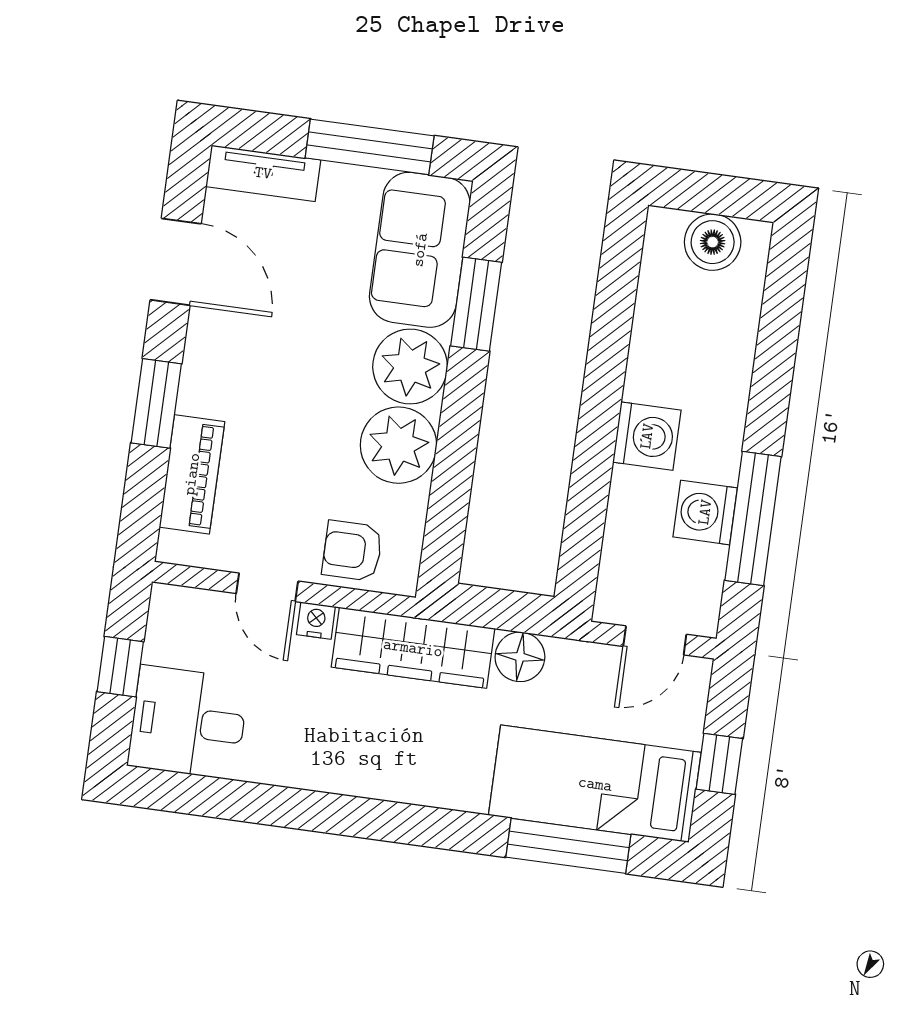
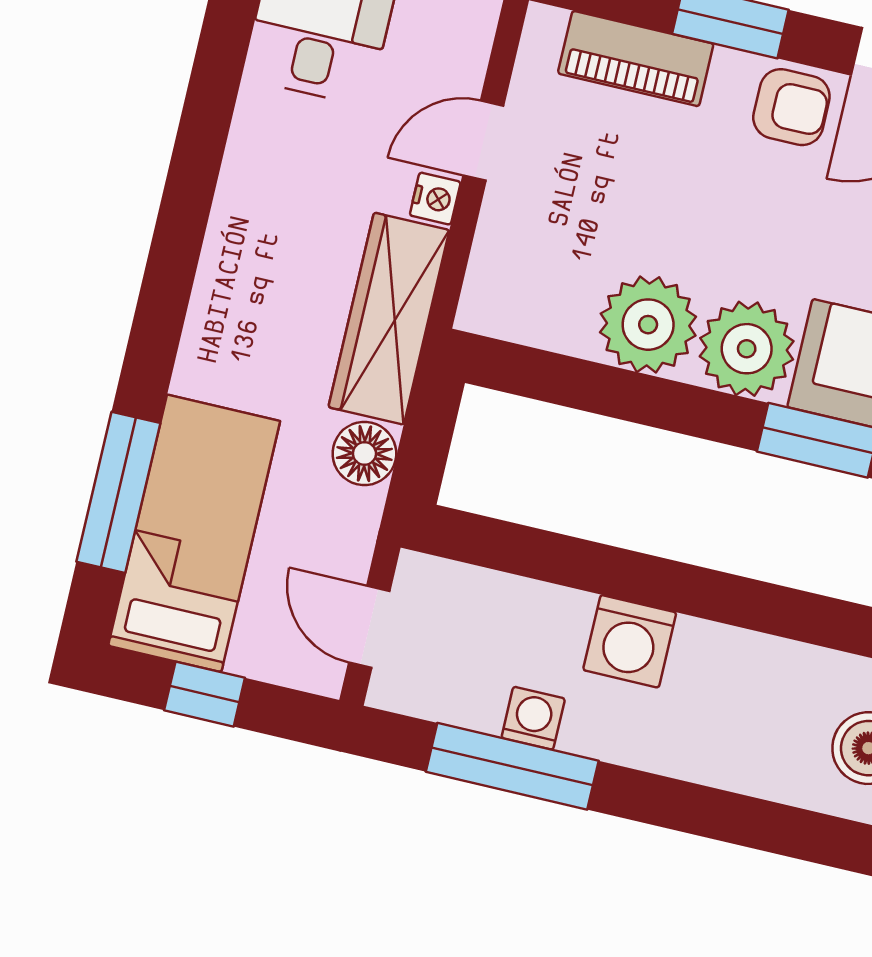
washing machine: (705, 512) -> (533, 718), width x0.73, depth x0.73
armchair: (352, 551) -> (791, 107), moved, turned 90

